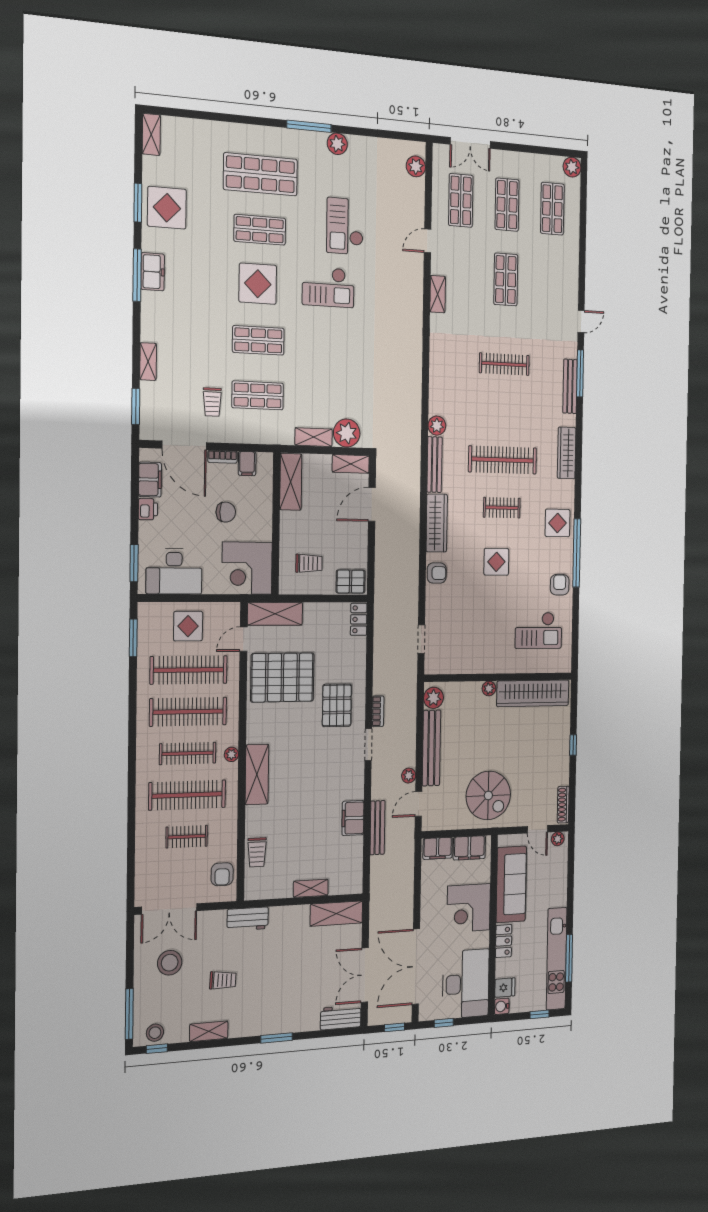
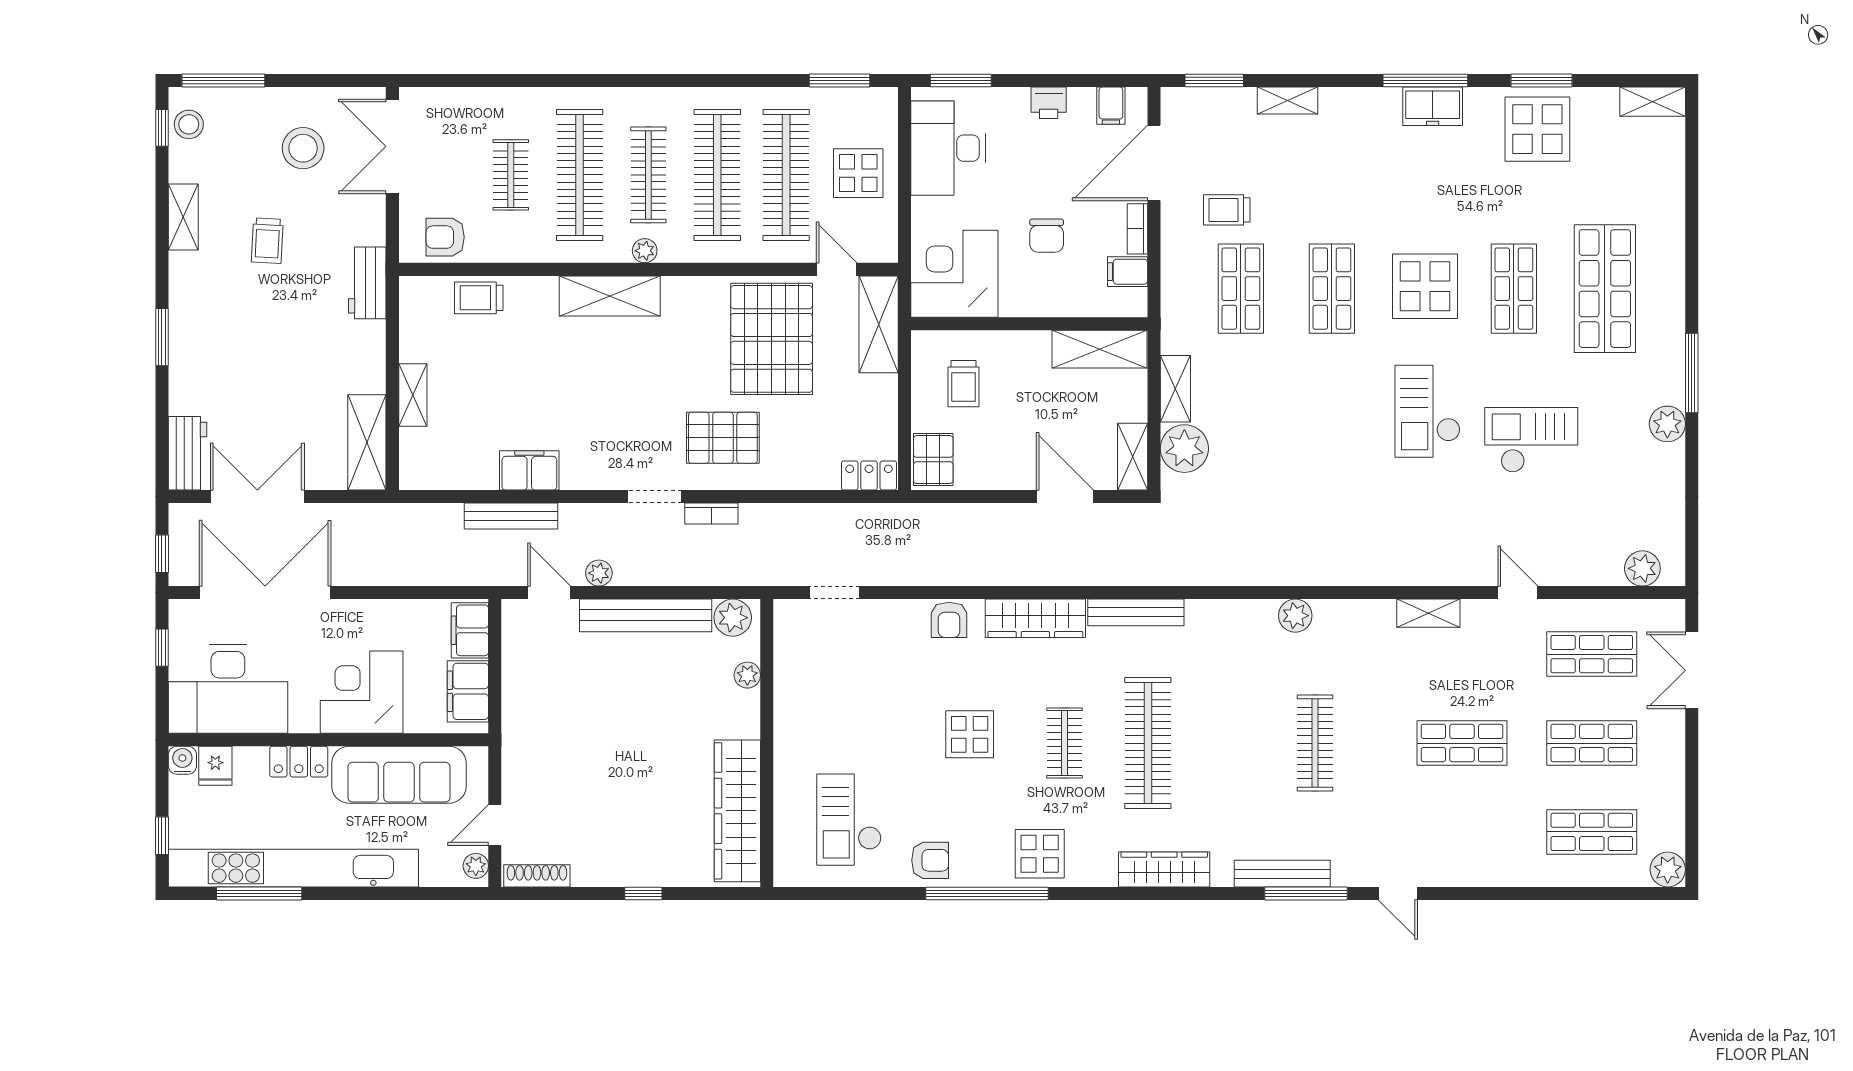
plant: (437, 426) -> (1295, 616), moved
filing cabinet: (150, 480) -> (1111, 106), width x0.50
plant: (489, 688) -> (747, 675), moved
spiral stairs: (488, 795) -> (559, 727), removed
kitchen unit: (557, 959) -> (293, 868), width x1.36

